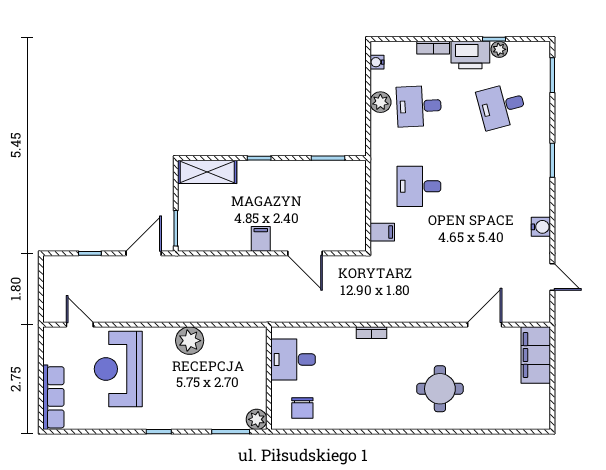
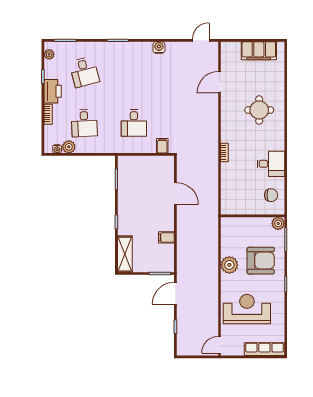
plant: (499, 49) -> (49, 54), moved
plant: (380, 102) -> (69, 147), moved
filing cabinet: (261, 239) -> (166, 237), moved
door: (144, 253) -> (175, 293), hinge flipped
door: (305, 253) -> (175, 193), hinge flipped
door: (552, 277) -> (201, 40), moved
door: (80, 325) -> (220, 345), moved
door: (485, 325) -> (220, 82), hinge flipped
filing cabinet: (536, 355) -> (259, 51), moved
desk: (293, 360) -> (271, 164), moved, turned -90
reception desk: (118, 369) -> (247, 309), turned 180
armchair: (197, 391) -> (261, 261), added

